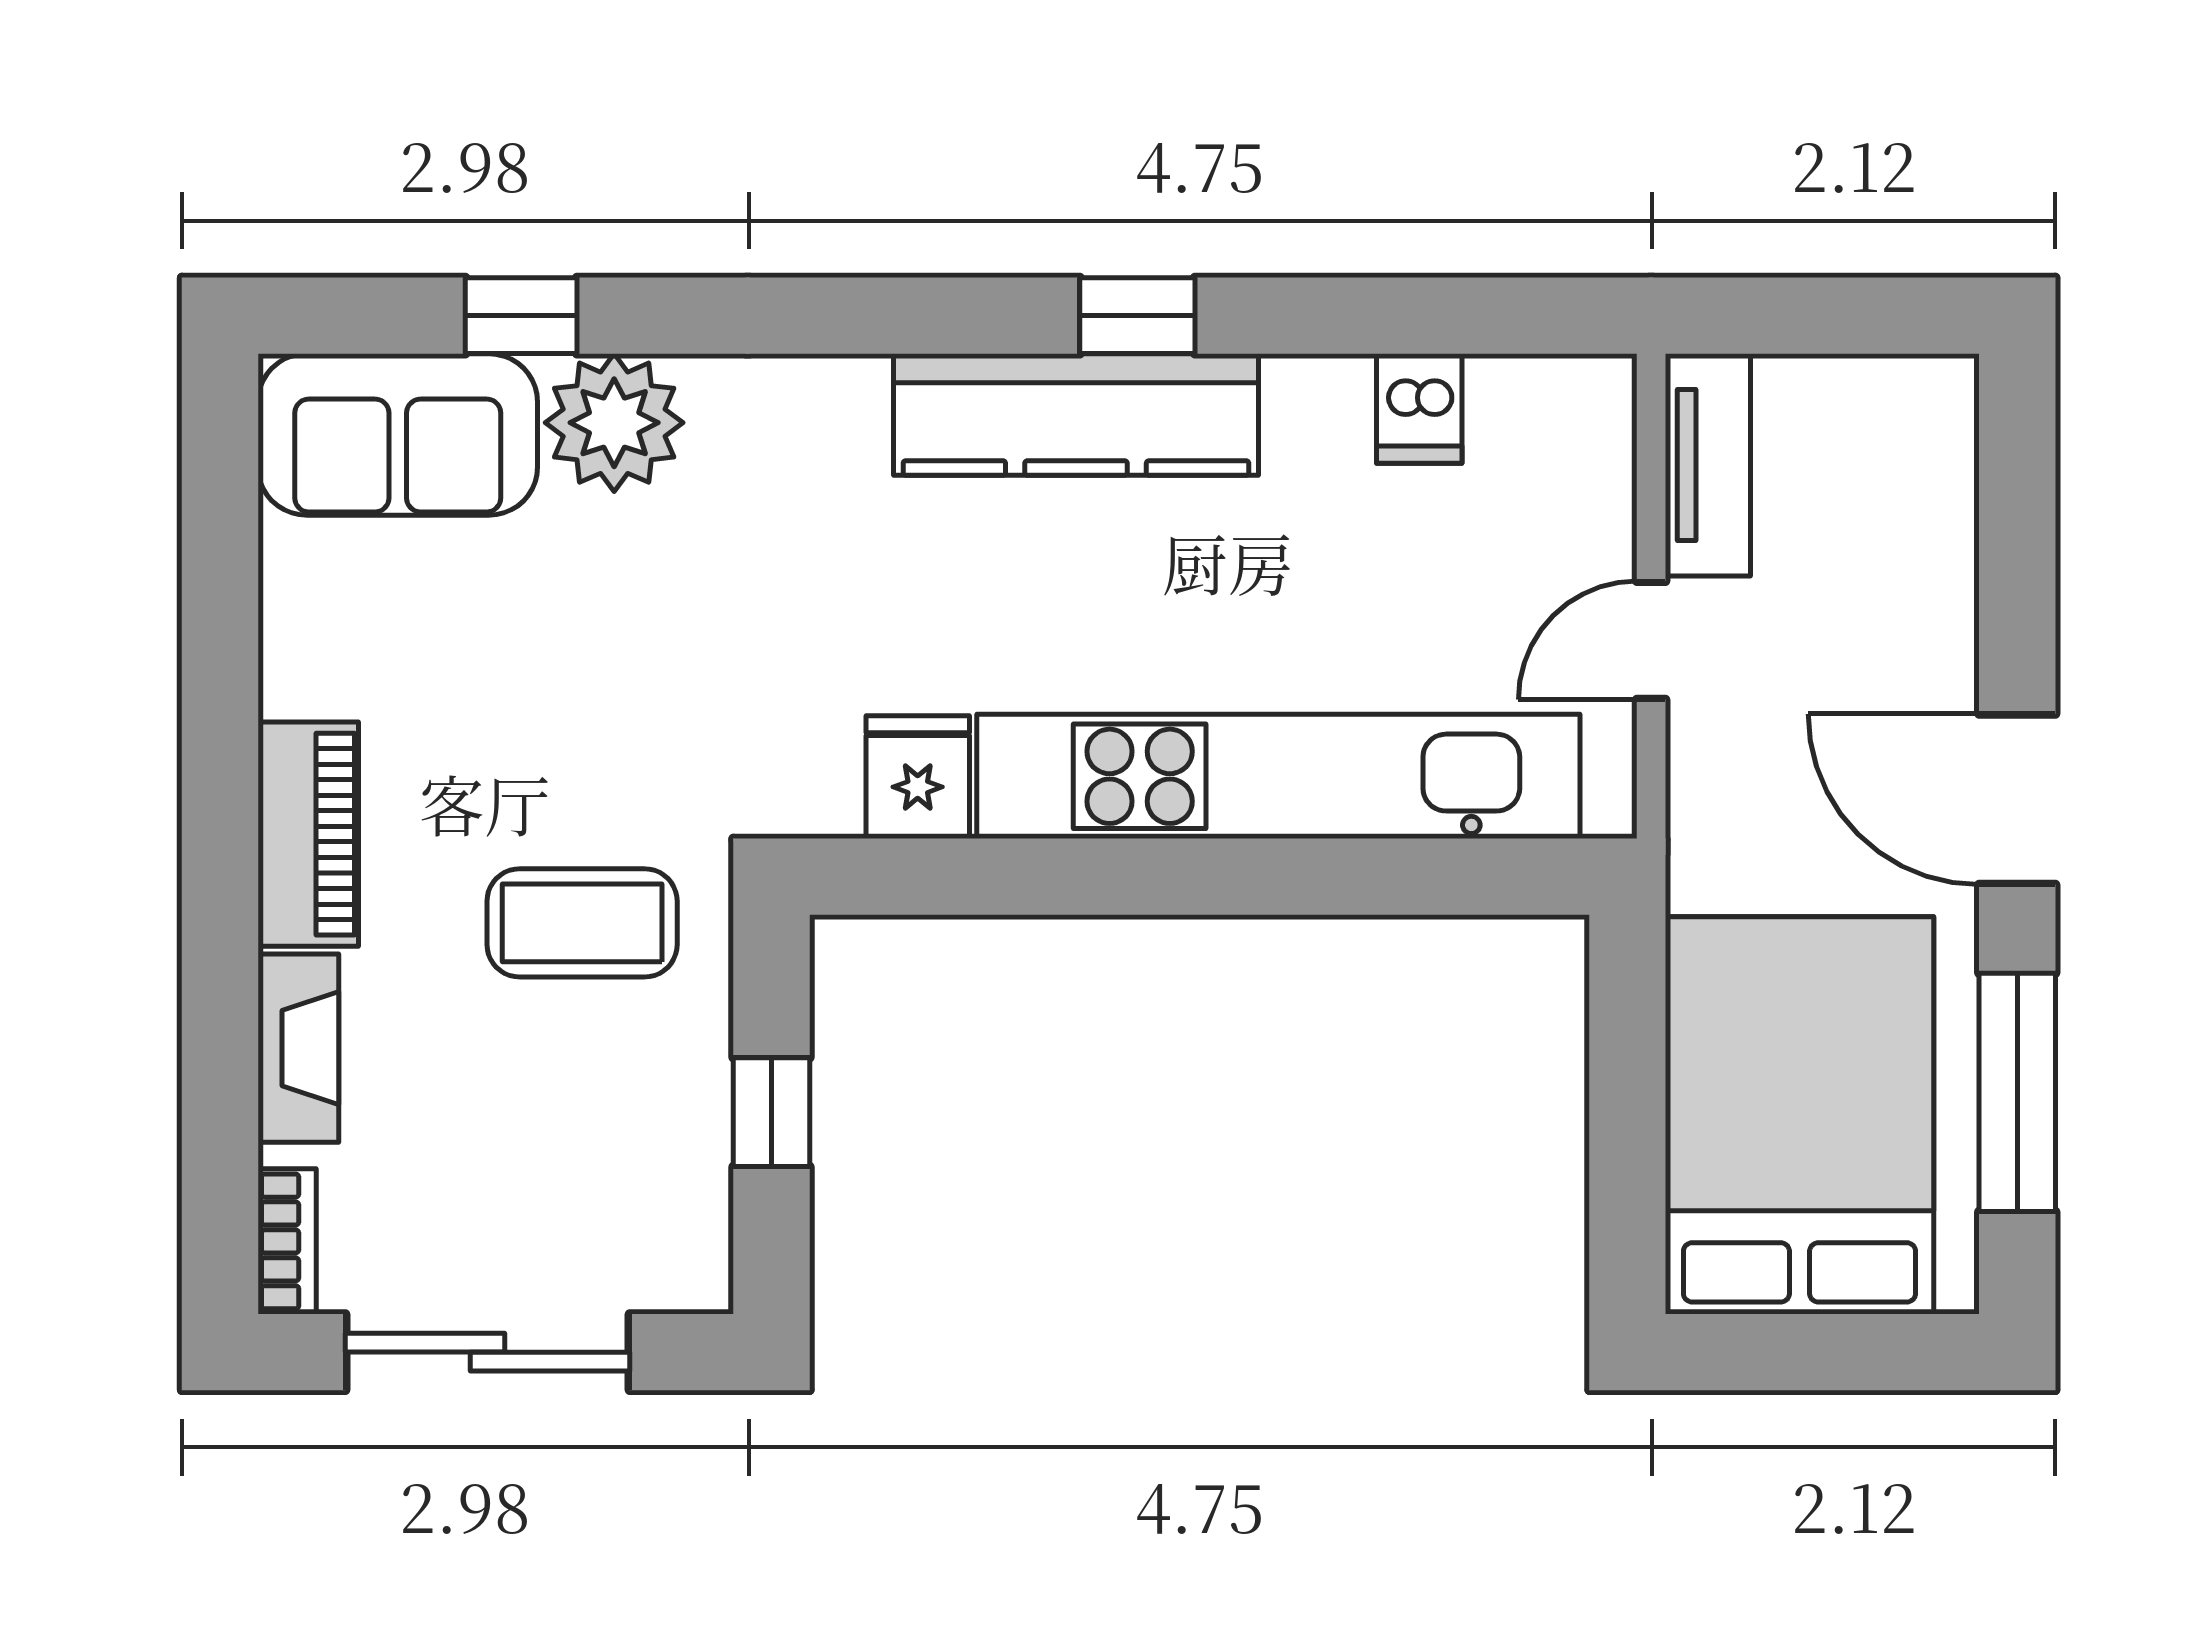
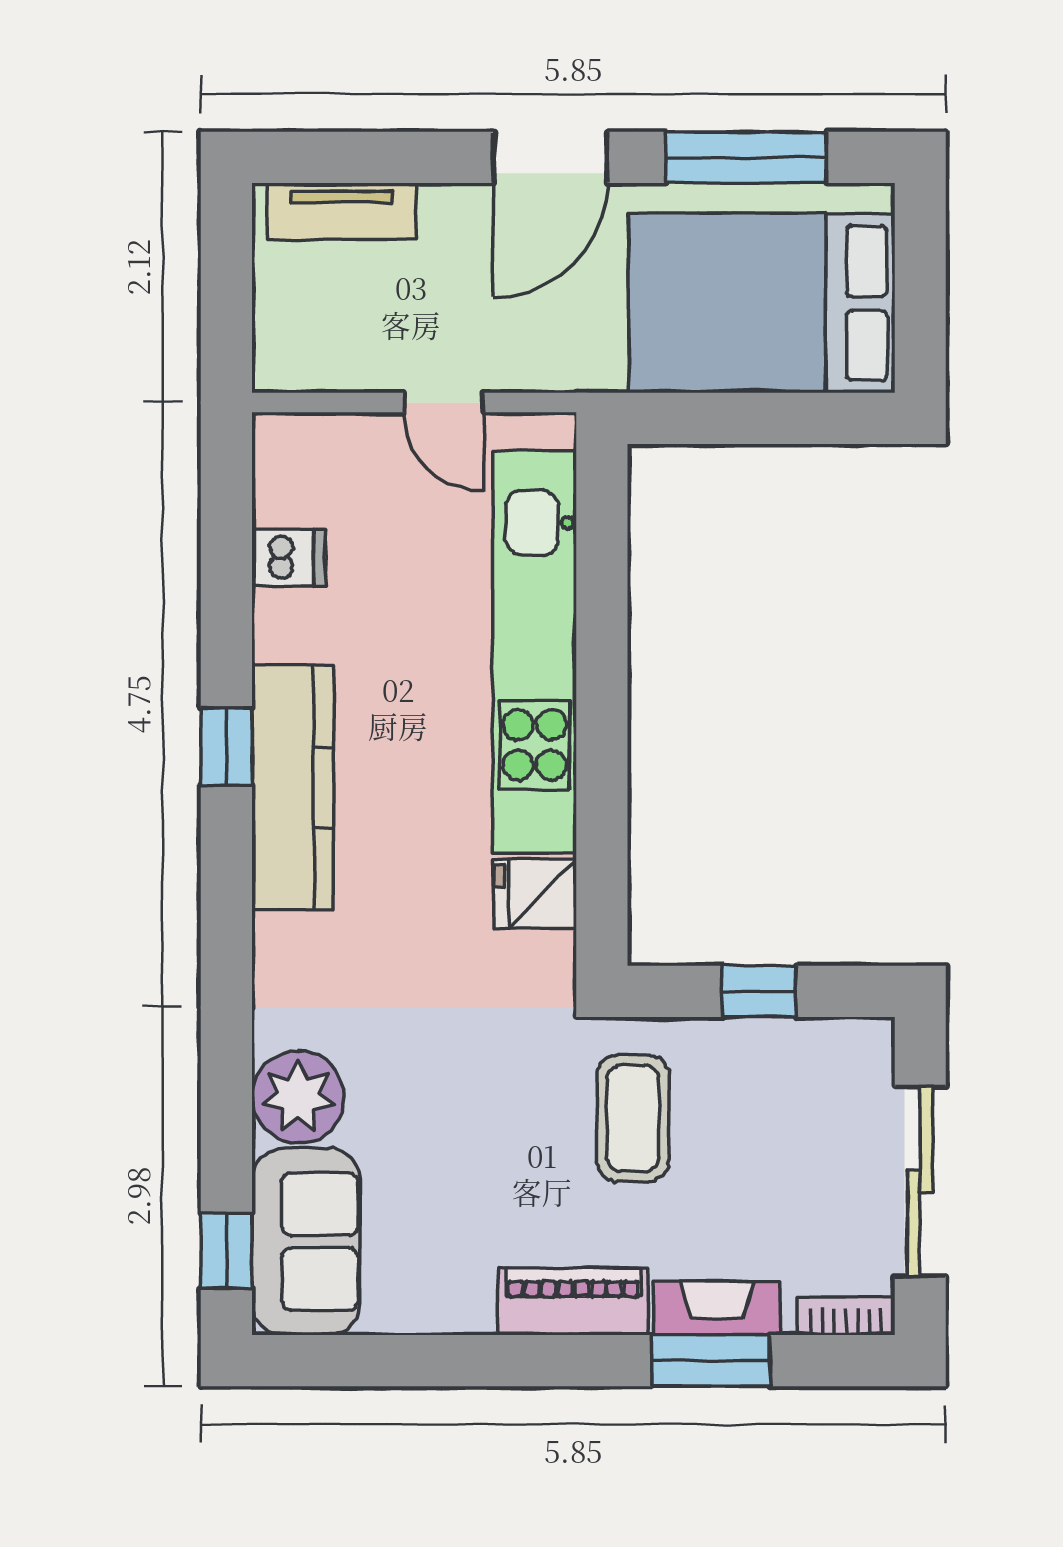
window: (521, 316) -> (226, 1251), moved
tv unit: (1708, 465) -> (342, 211), moved, turned 180
window: (220, 1040) -> (711, 1361), added

